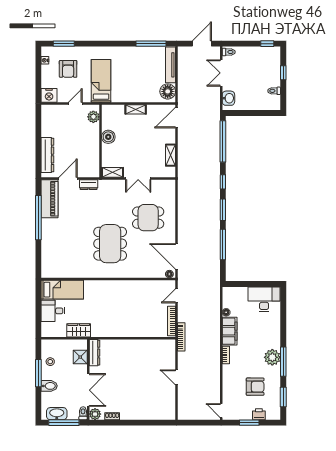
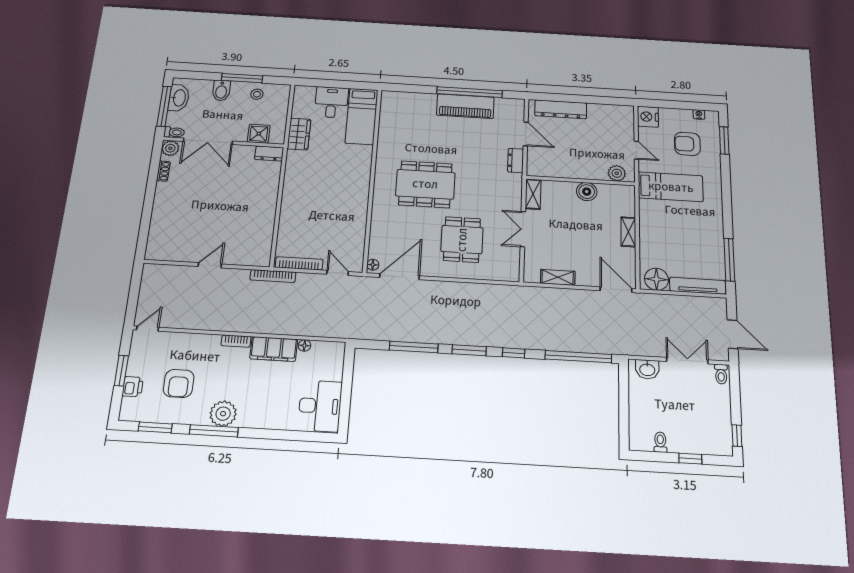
piano: (50, 199) -> (465, 106), moved
dresser: (94, 353) -> (269, 153), width x0.70

